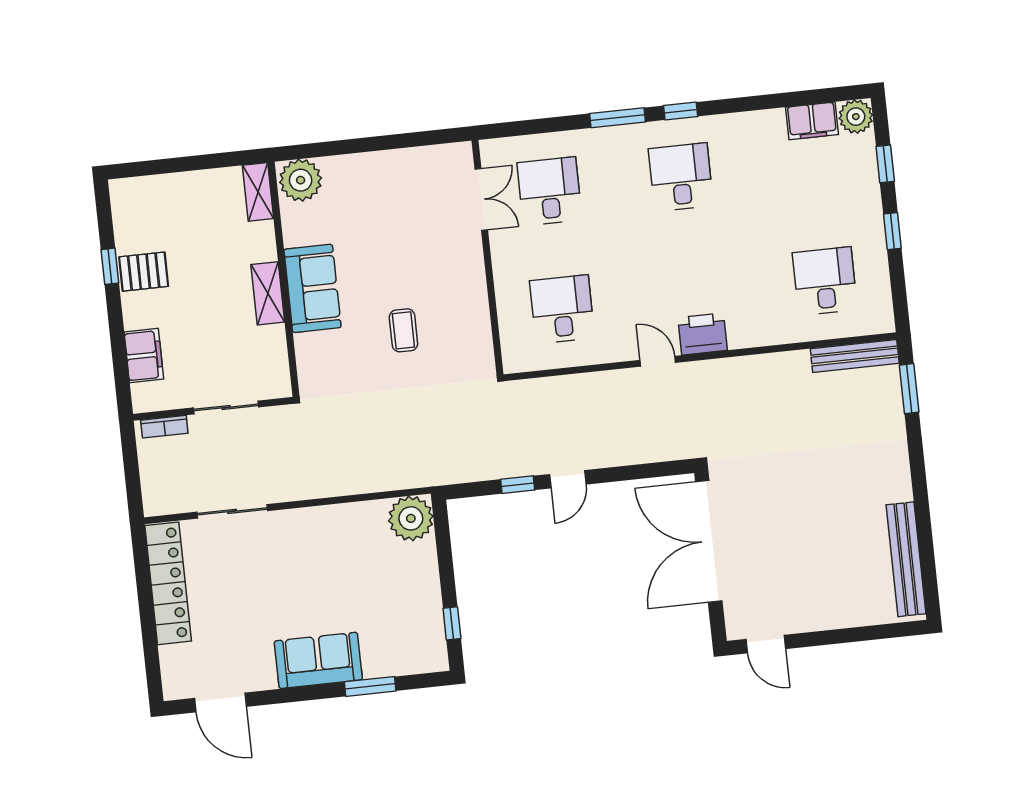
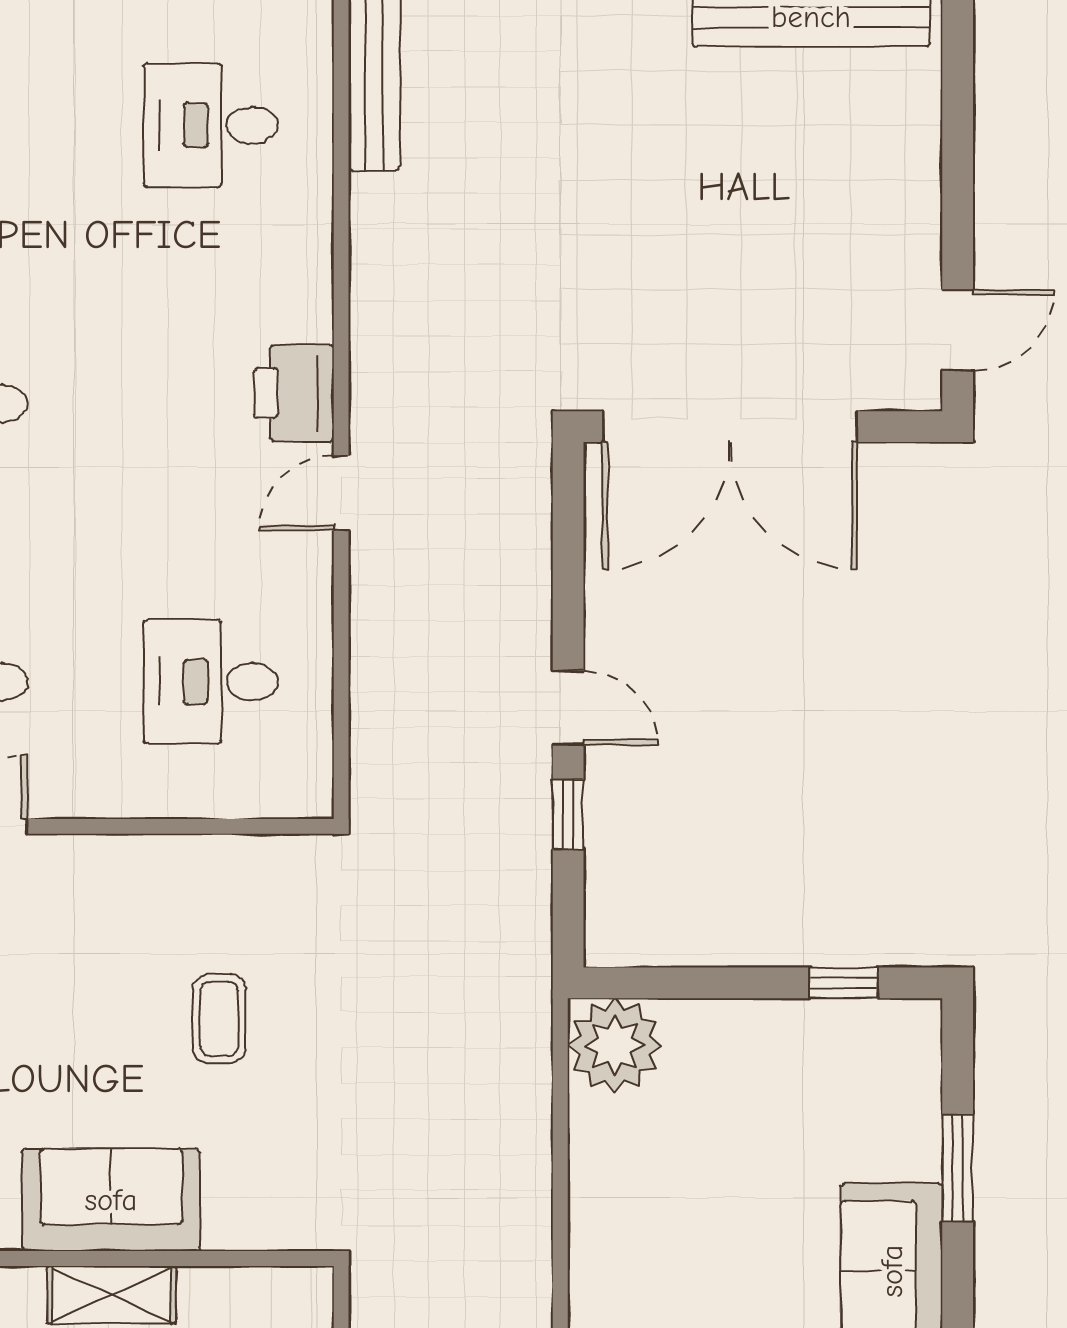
coffee table: (403, 330) -> (219, 1019), turned 90

